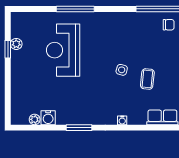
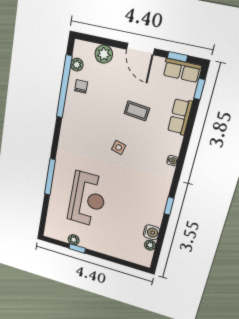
reception desk: (63, 50) -> (87, 199), turned -90
coffee table: (147, 79) -> (137, 111), moved
window: (79, 128) -> (169, 206), width x0.67

